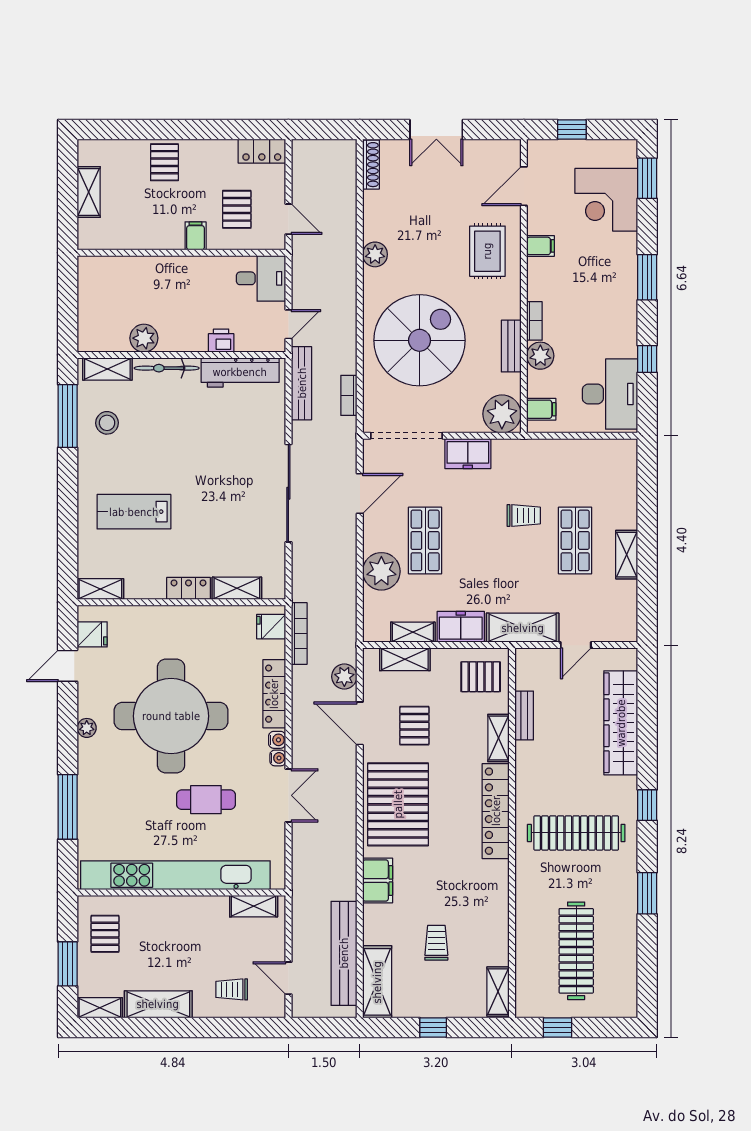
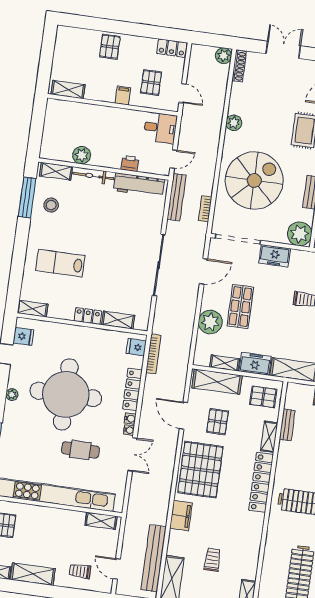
double door: (436, 130) -> (283, 50), swing flipped
shelving: (89, 192) -> (68, 90), moved, turned 90
shelving: (405, 659) -> (217, 382), width x1.50, depth x1.33
plant: (344, 677) -> (224, 56), moved

